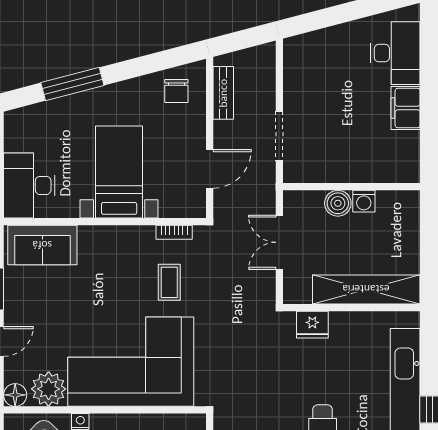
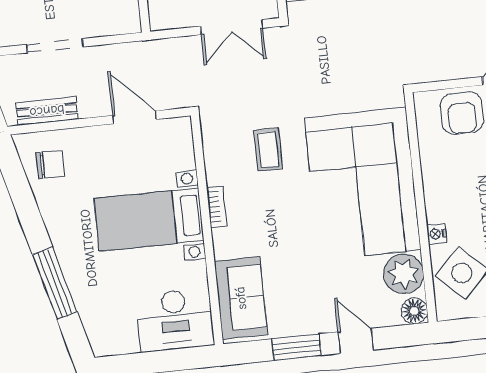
doorway: (279, 136) -> (55, 46), moved
bookcase: (174, 232) -> (217, 207), moved
double door: (279, 242) -> (232, 27), moved
coffee table: (169, 282) -> (268, 150), turned 90

